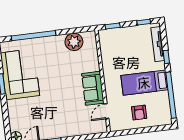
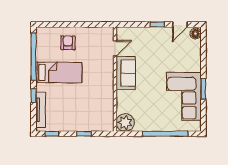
wall: (103, 81) -> (115, 79), moved
sofa: (93, 88) -> (126, 73), moved
door: (106, 111) -> (115, 48), moved

